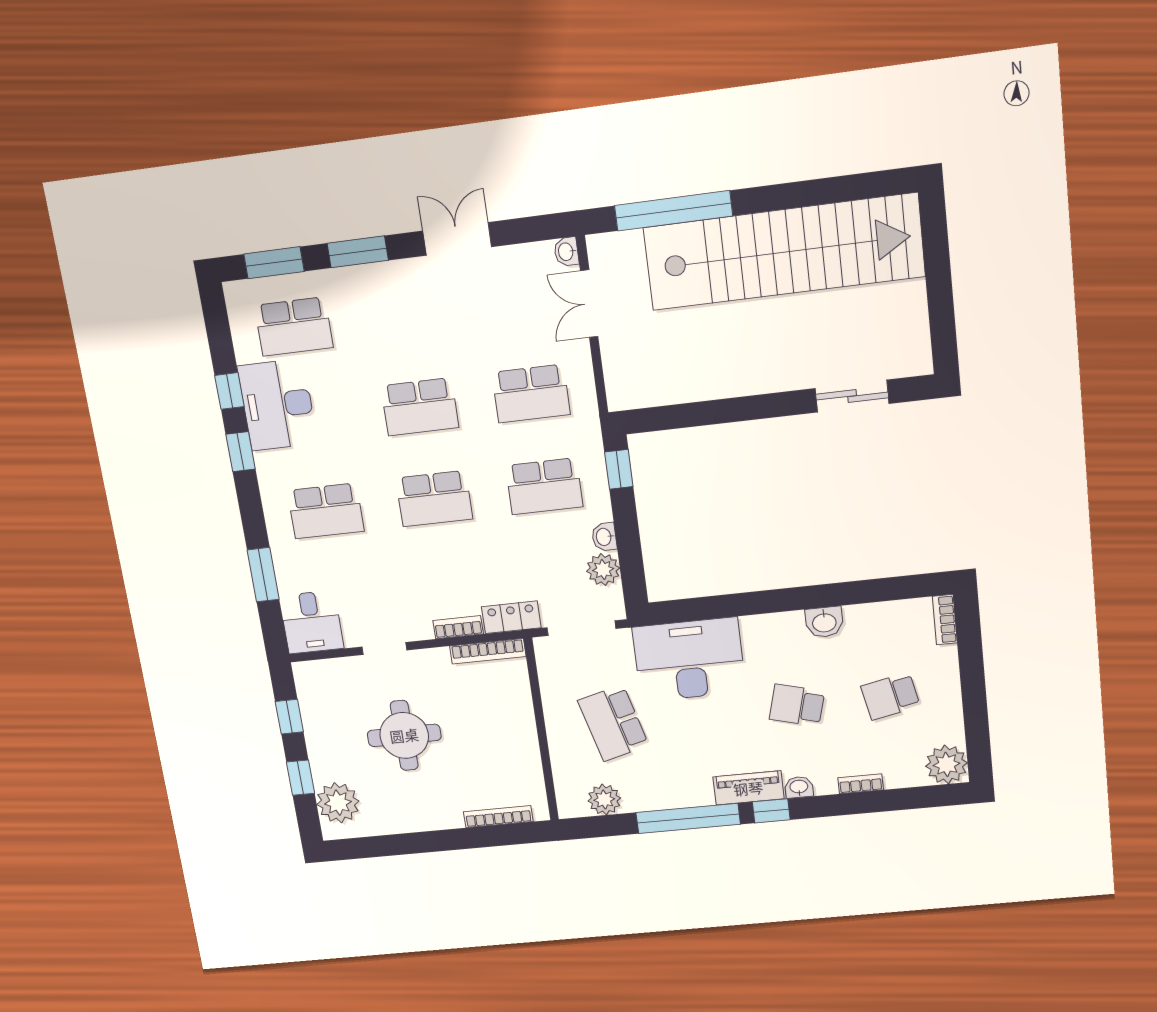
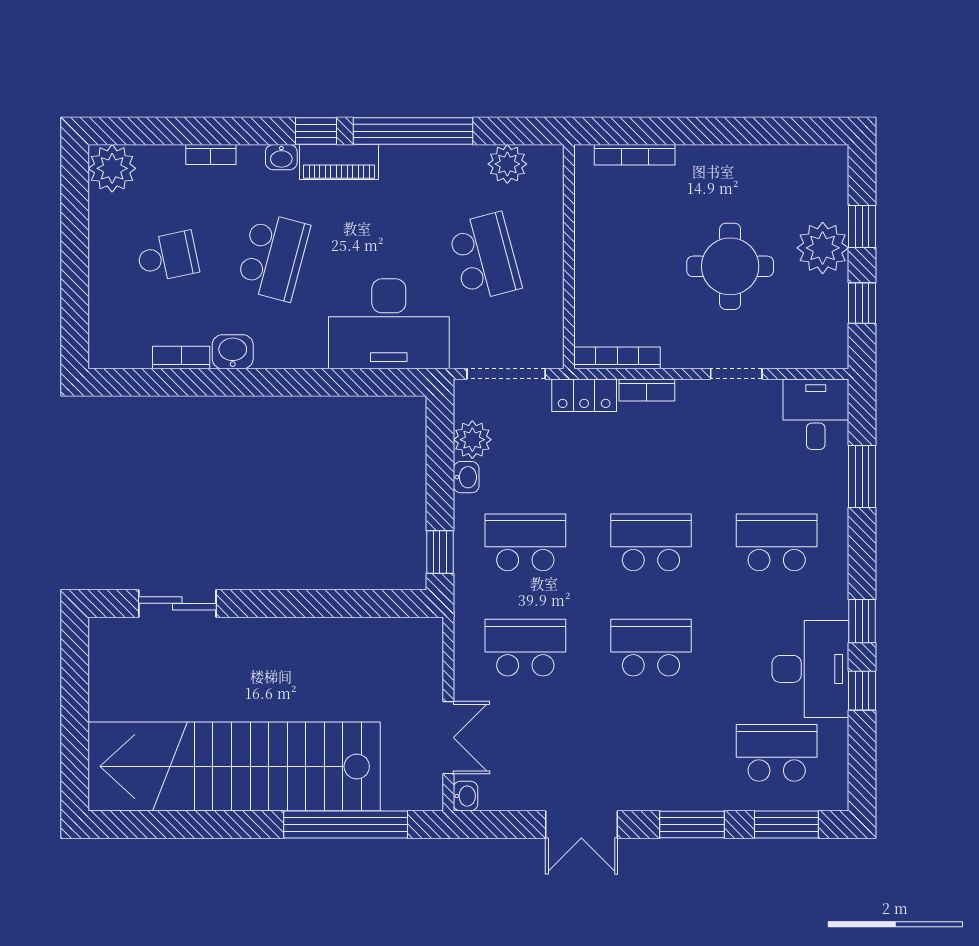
bookcase: (945, 620) -> (181, 357), moved, turned -90
school desk: (797, 705) -> (273, 257), width x1.85
plant: (338, 803) -> (823, 248), moved

